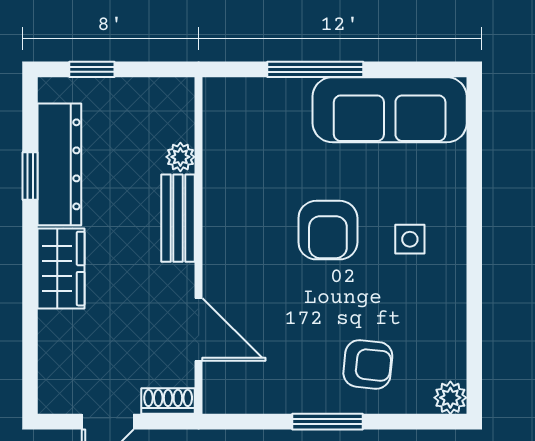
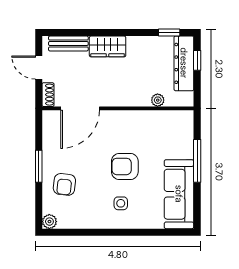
dresser: (59, 164) -> (184, 63), moved, turned 90
window: (30, 176) -> (169, 33), moved
bench: (178, 218) -> (68, 43), moved
door: (199, 330) -> (80, 108), width x1.36

